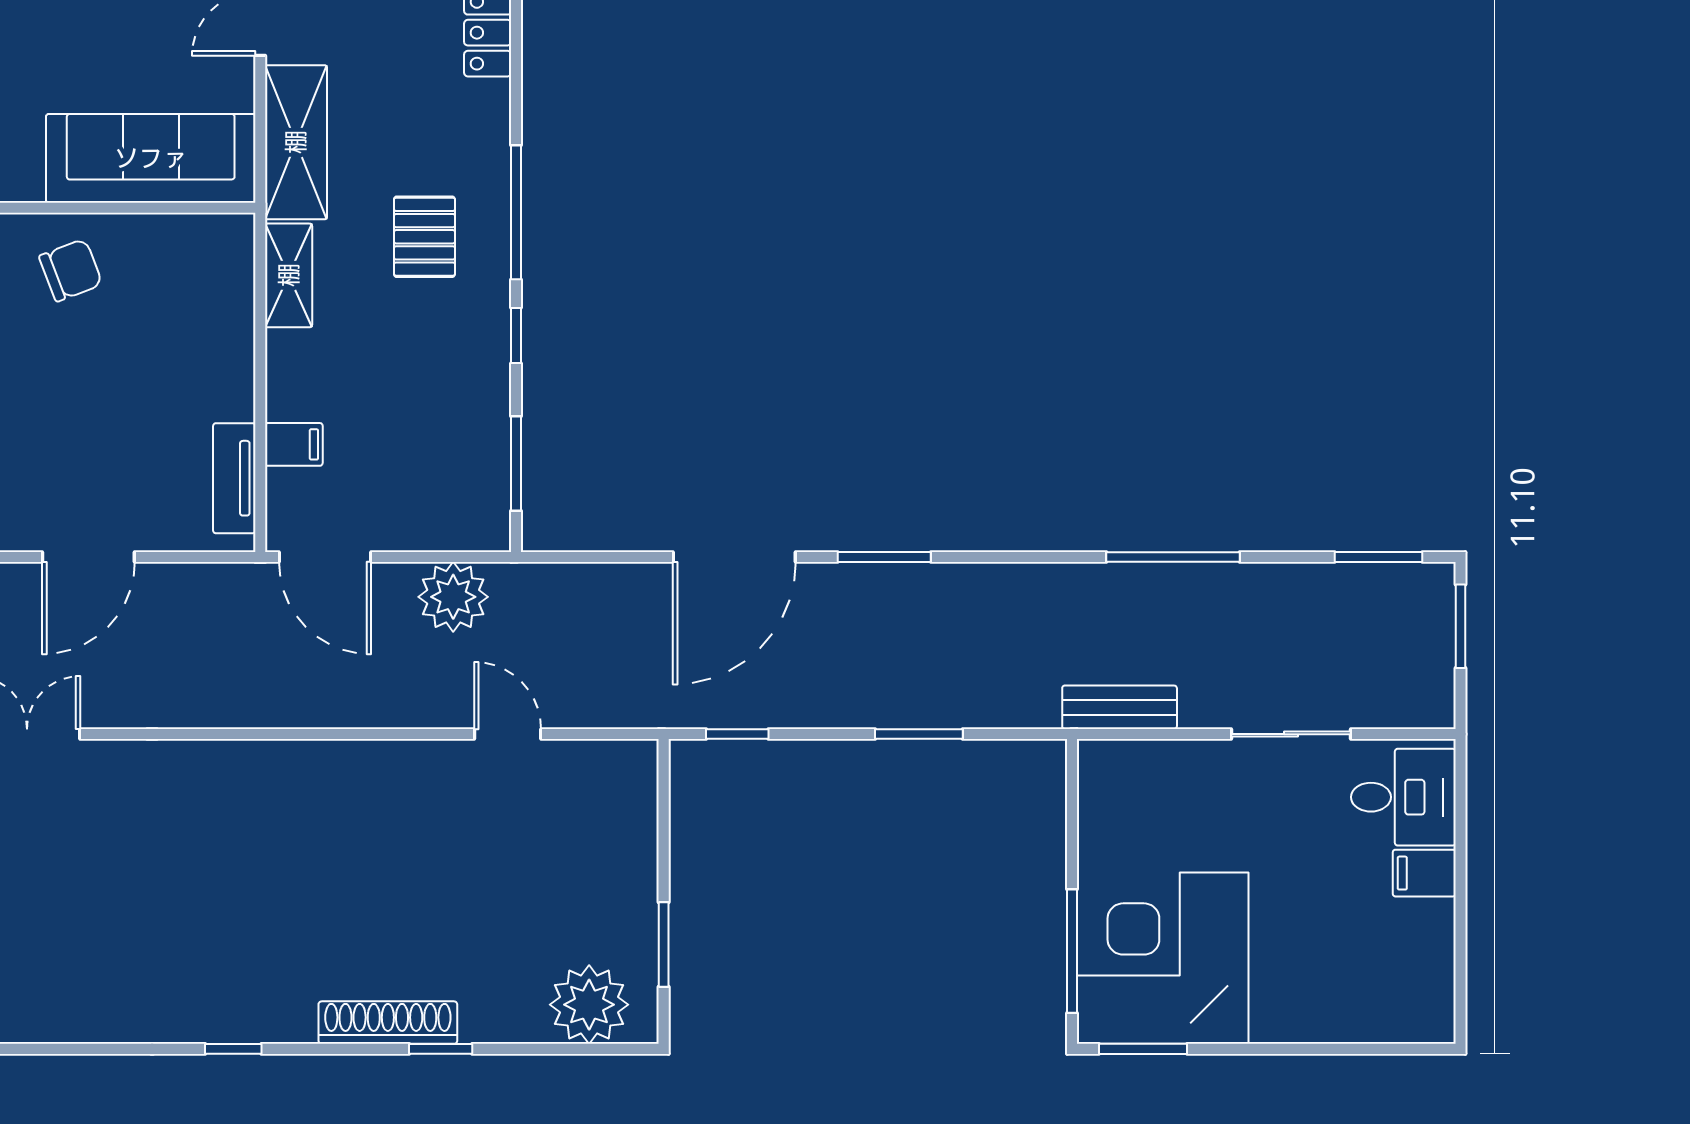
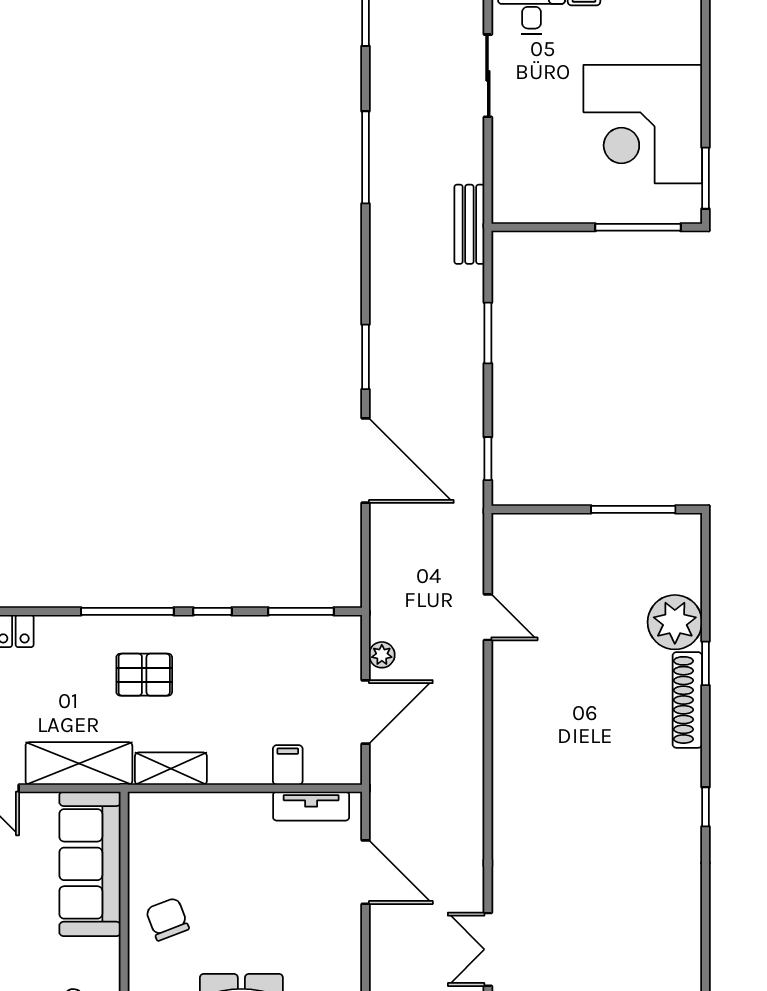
door: (88, 557) -> (366, 872), moved
door: (325, 557) -> (366, 712), moved
plant: (453, 597) -> (382, 655), width x0.53, depth x0.53
bench: (1120, 707) -> (469, 224), moved
door: (508, 734) -> (488, 617), swing flipped
window: (664, 944) -> (633, 509), width x1.44
corner desk: (1163, 958) -> (643, 124), moved
plant: (589, 1005) -> (675, 622), moved

